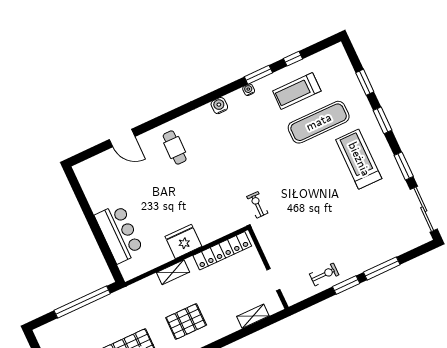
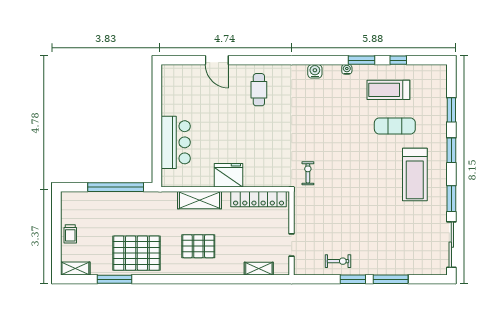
exercise mat: (319, 122) -> (395, 126), width x0.73, depth x0.69
treadmill: (359, 159) -> (415, 175), turned 180
shelving: (173, 272) -> (200, 200), width x1.50, depth x1.33

